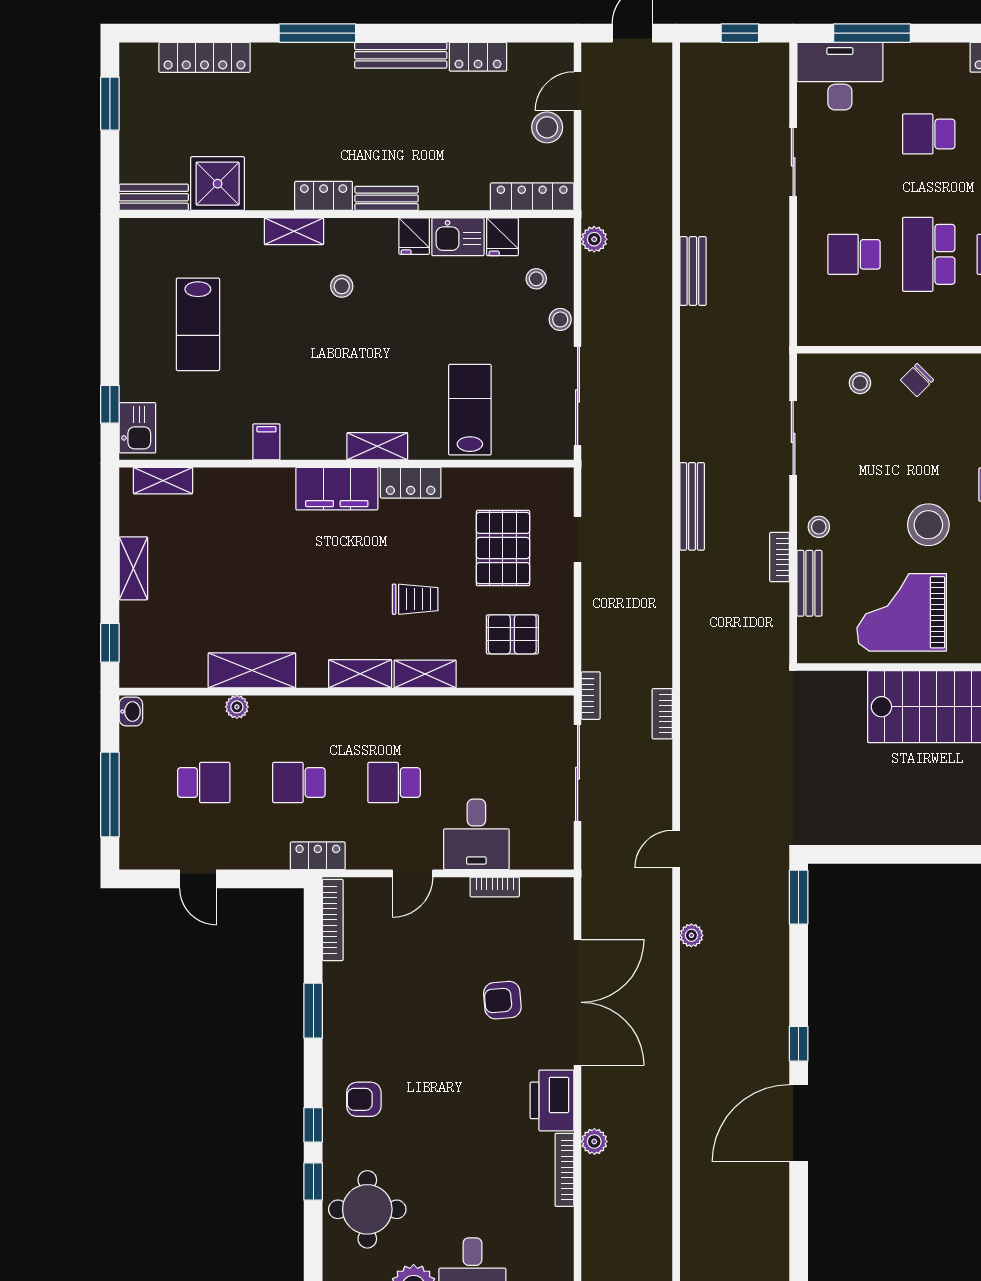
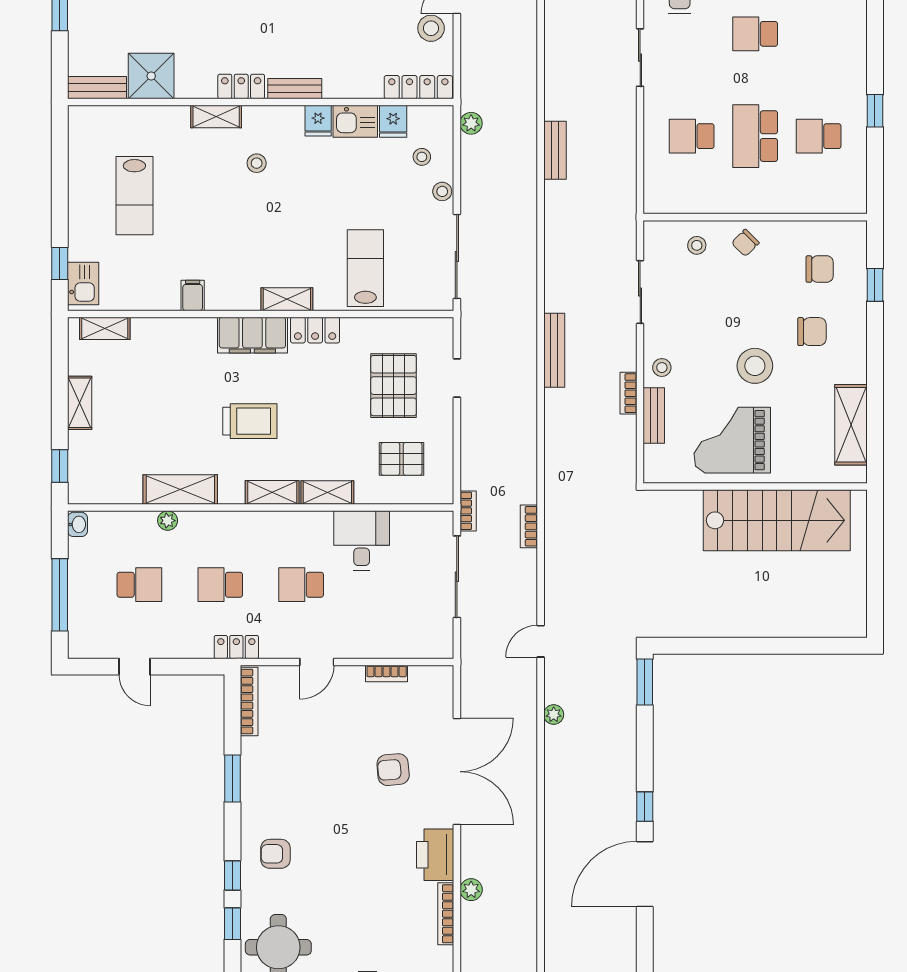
trolley: (415, 599) -> (250, 421), moved, width x1.36, depth x1.39
desk: (476, 834) -> (362, 541), moved, turned 180

